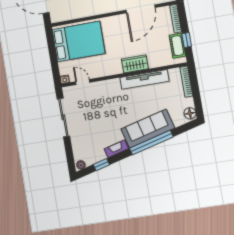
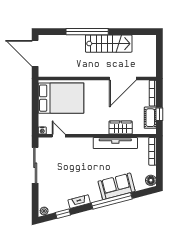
wardrobe: (135, 64) -> (121, 128), moved
sofa: (148, 129) -> (117, 186), width x0.73

